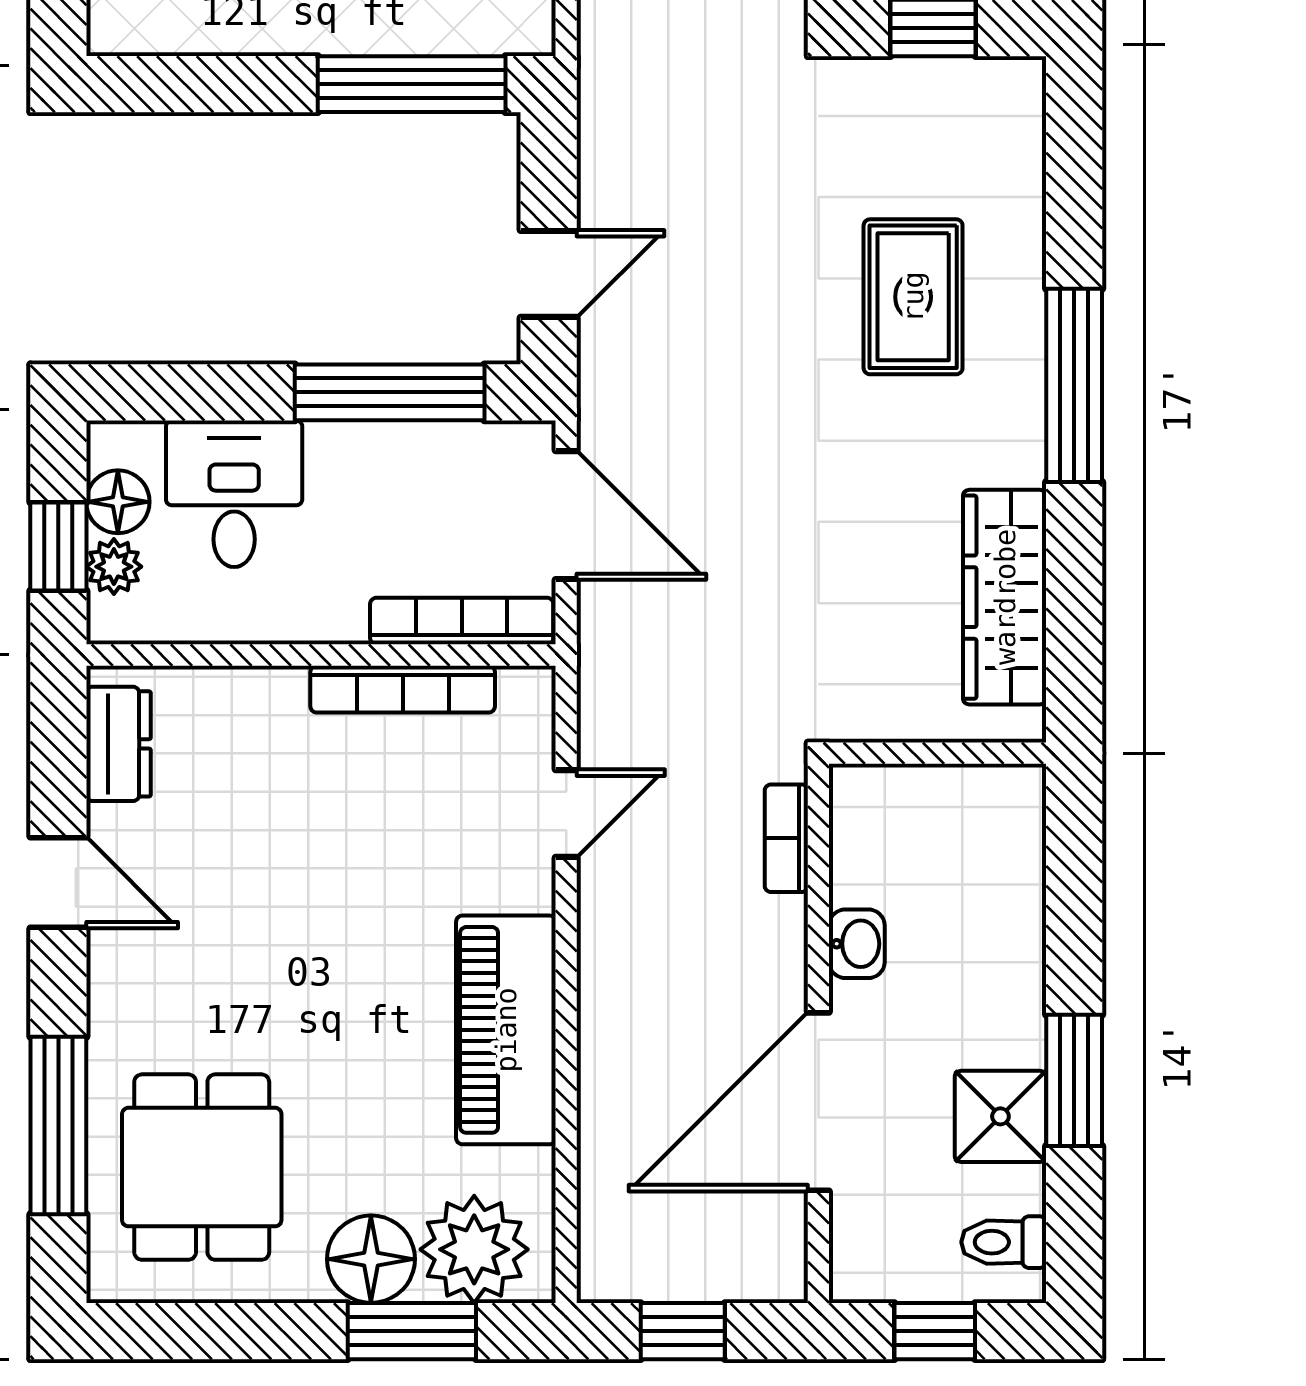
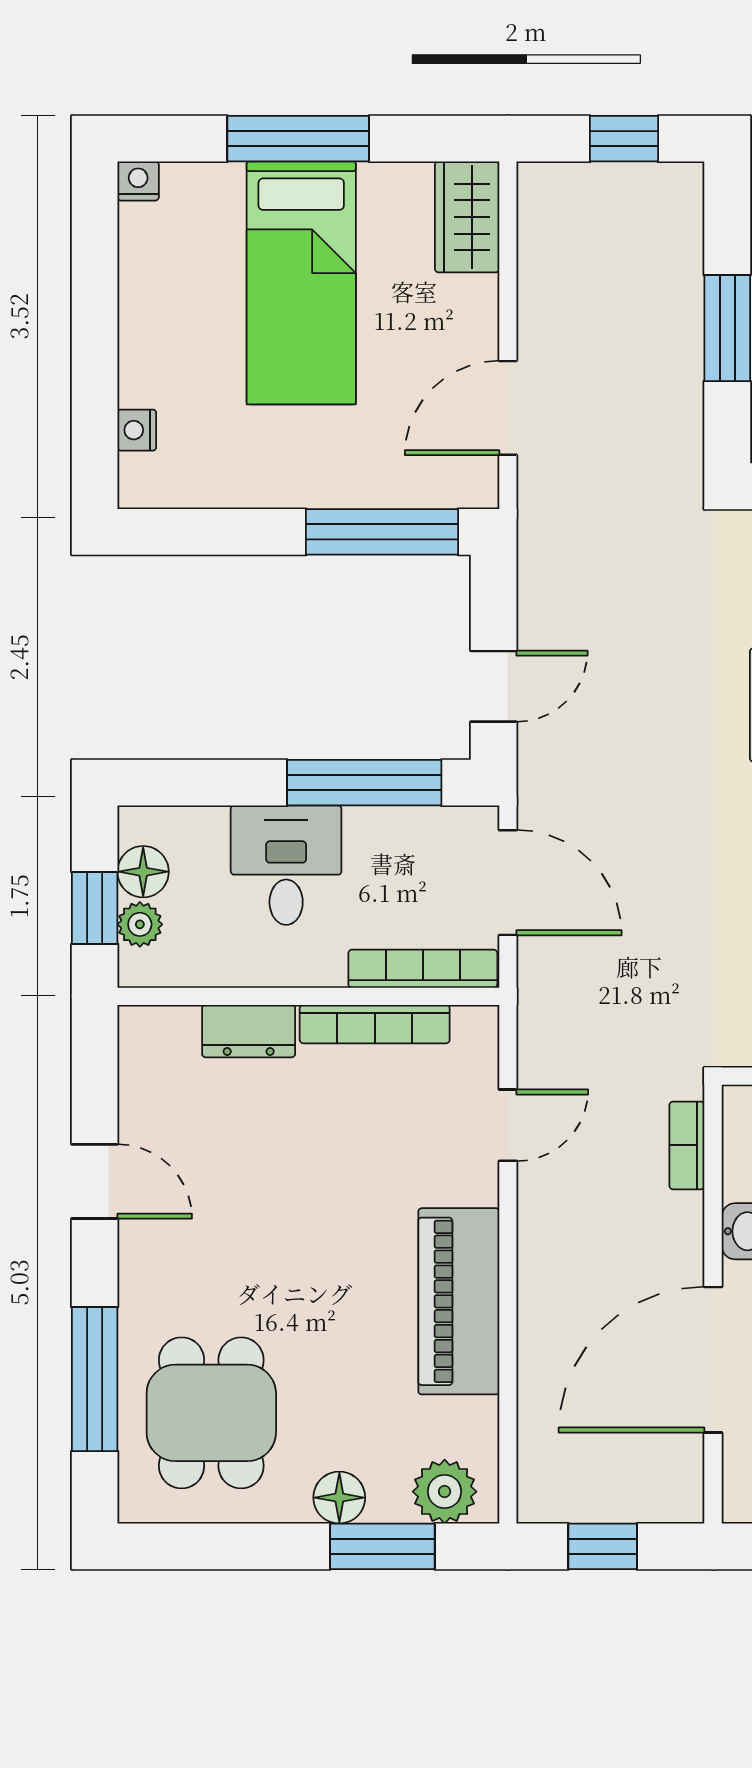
desk: (234, 494) -> (286, 865), moved
dresser: (119, 744) -> (249, 1031), moved, turned 90
plant: (474, 1249) -> (445, 1492), width x0.73, depth x0.73
floor lamp: (371, 1259) -> (339, 1498), width x0.73, depth x0.73

